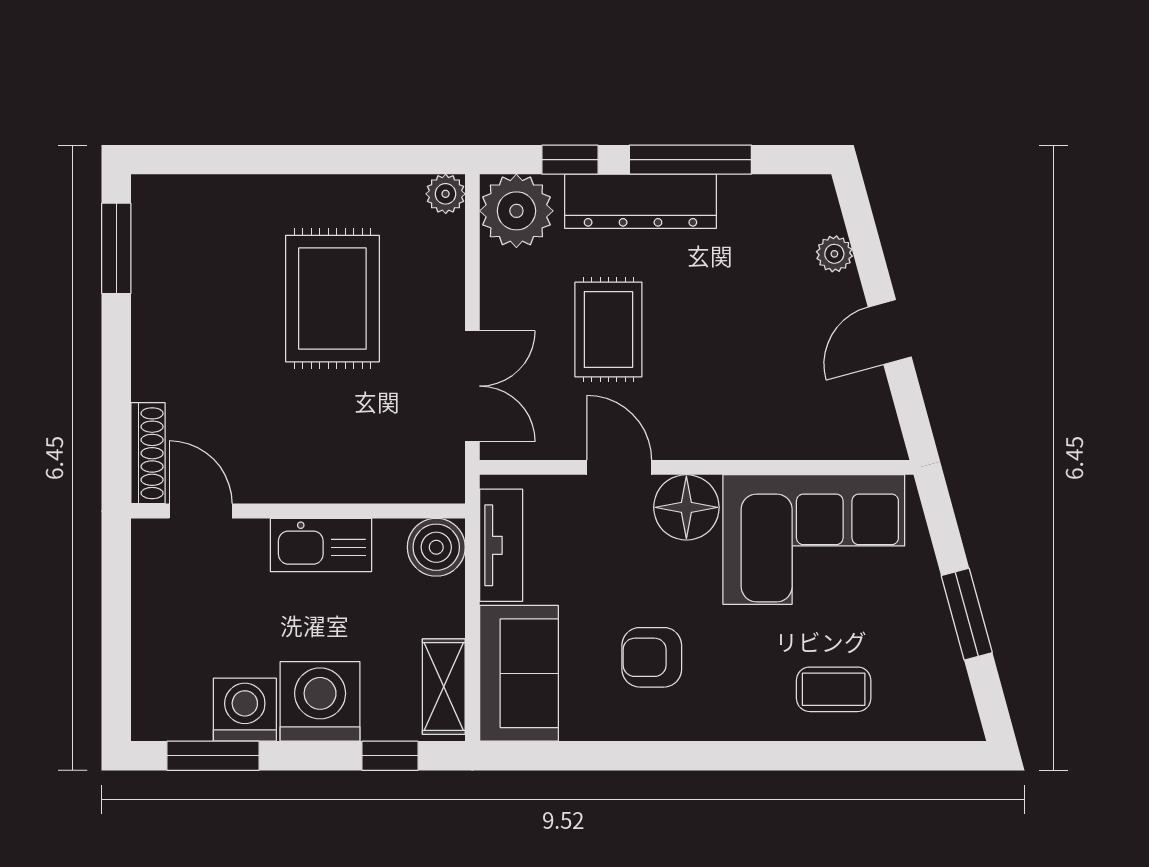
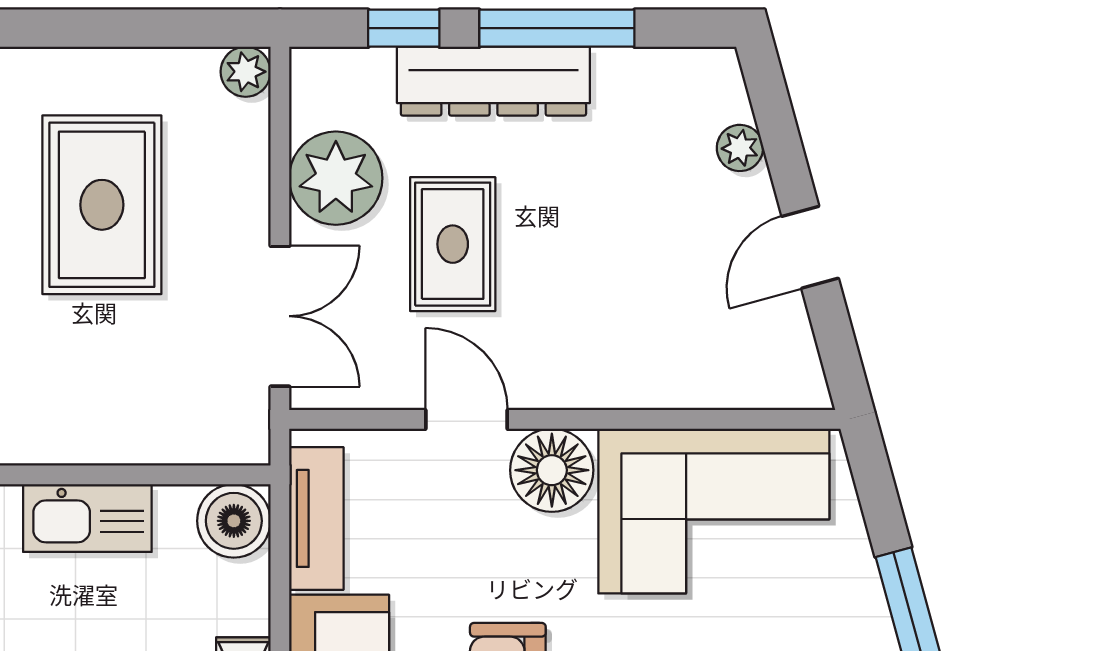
plant: (516, 211) -> (336, 178), moved

